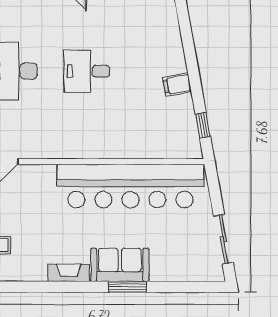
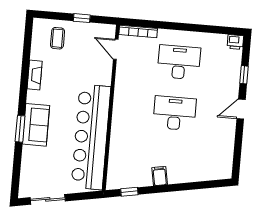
desk: (87, 71) -> (175, 113), width x1.37
fireplace: (69, 273) -> (35, 75), moved

